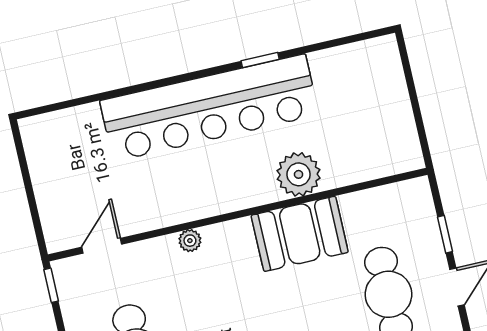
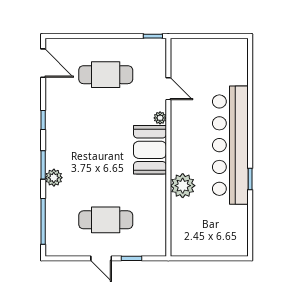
booth: (300, 234) -> (150, 150), moved
door: (102, 246) -> (168, 89), moved

